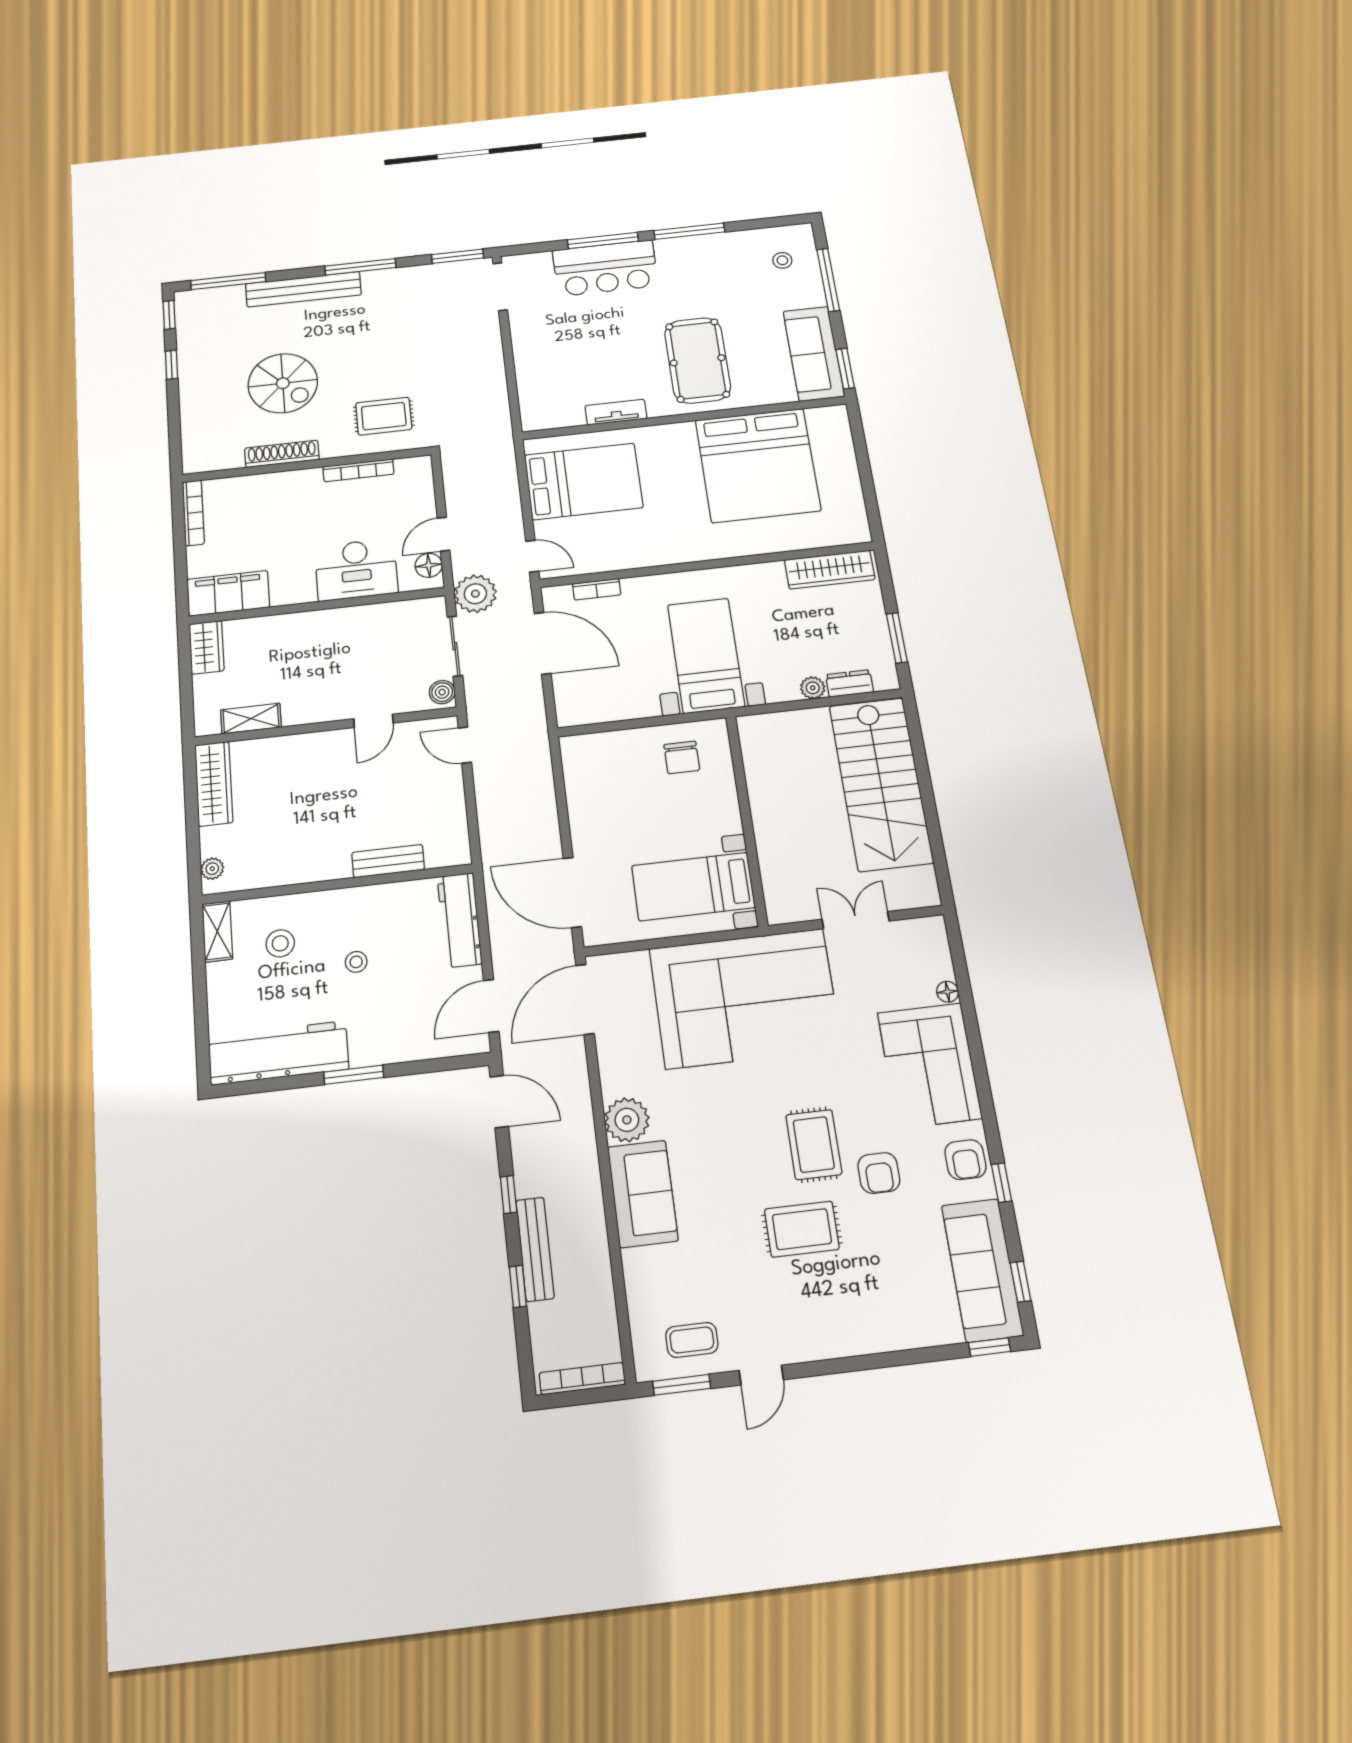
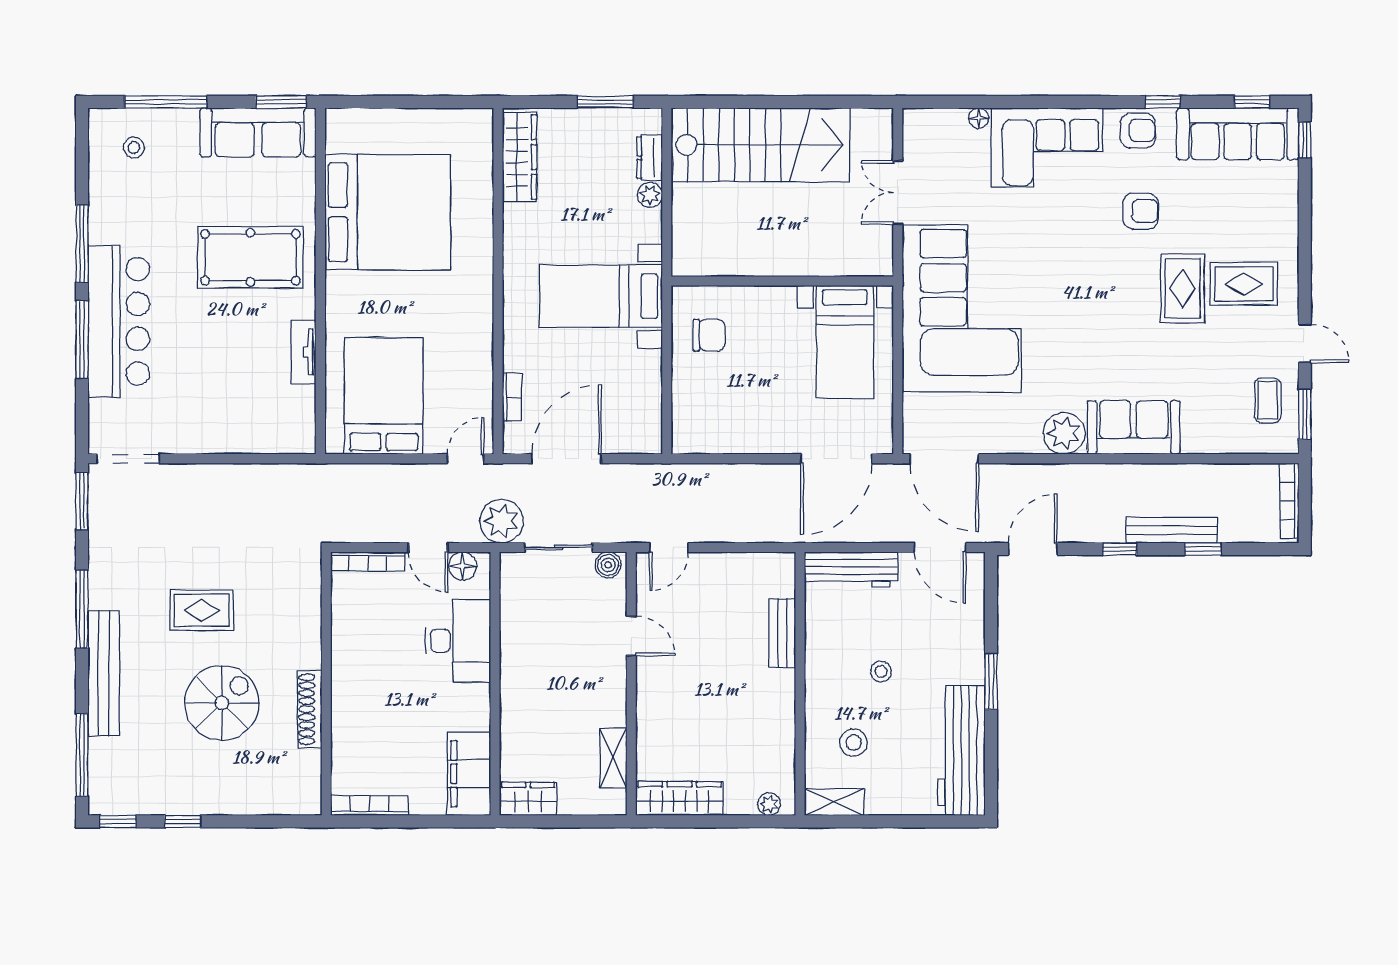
bar counter: (605, 268) -> (119, 321), width x1.36
rug: (384, 416) -> (202, 610), moved, turned 90
bookcase: (358, 470) -> (368, 561), moved, turned 90
rug: (814, 1145) -> (1244, 284), moved

